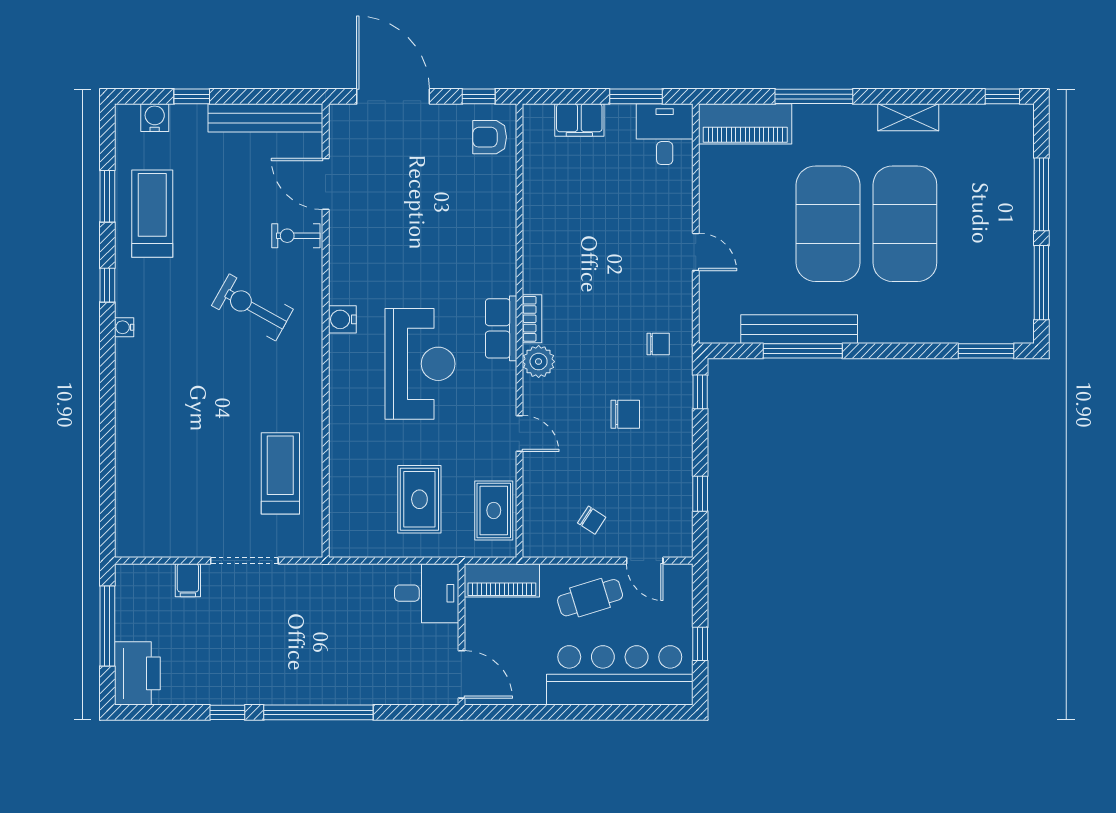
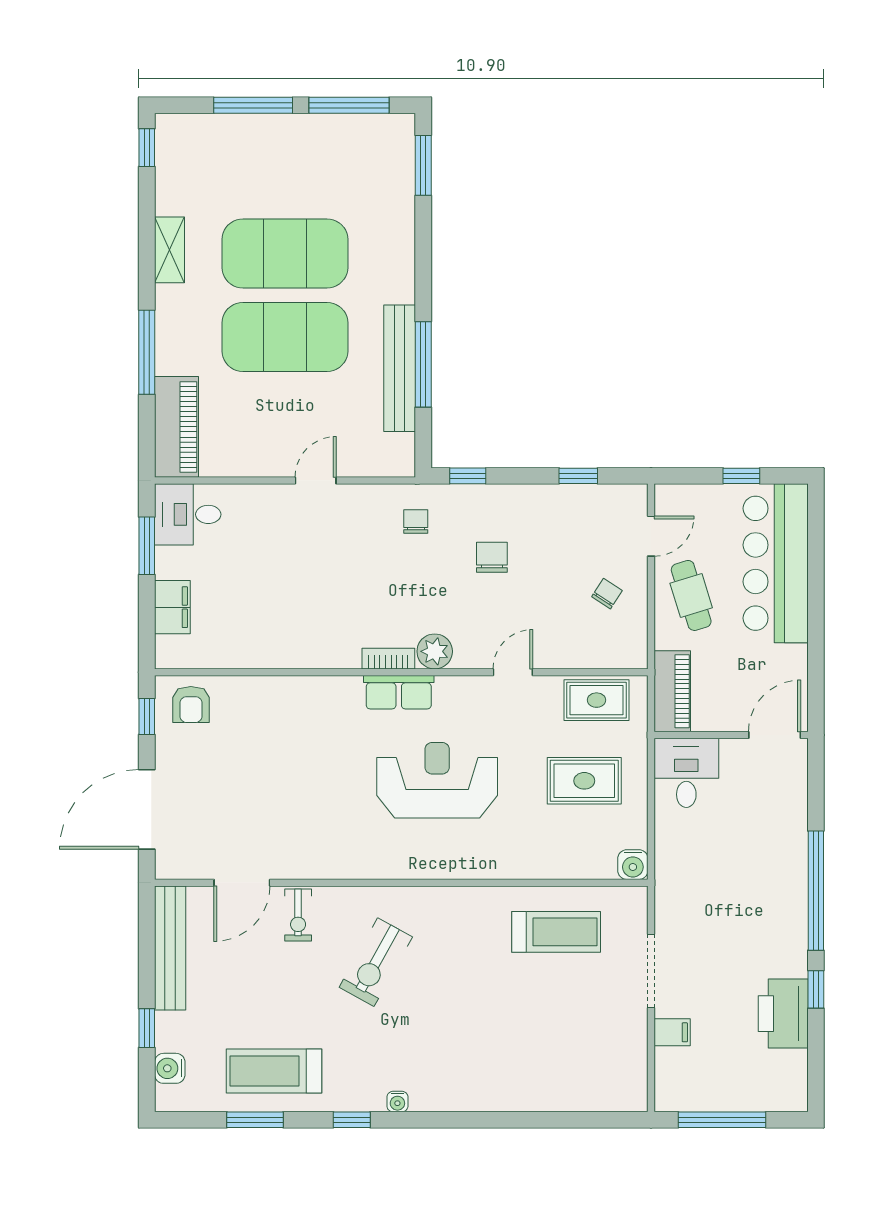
water cooler: (342, 319) -> (633, 865), moved
treadmill: (280, 473) -> (556, 932), turned 180
printer: (137, 673) -> (783, 1014), moved, turned -90

